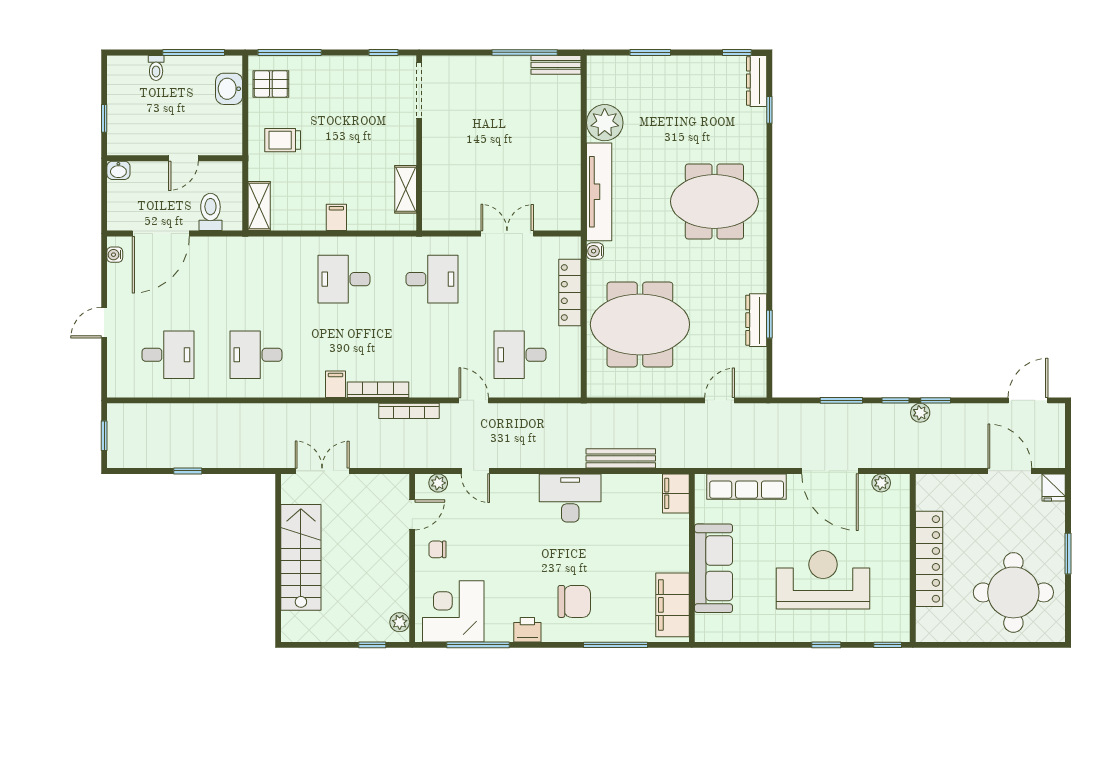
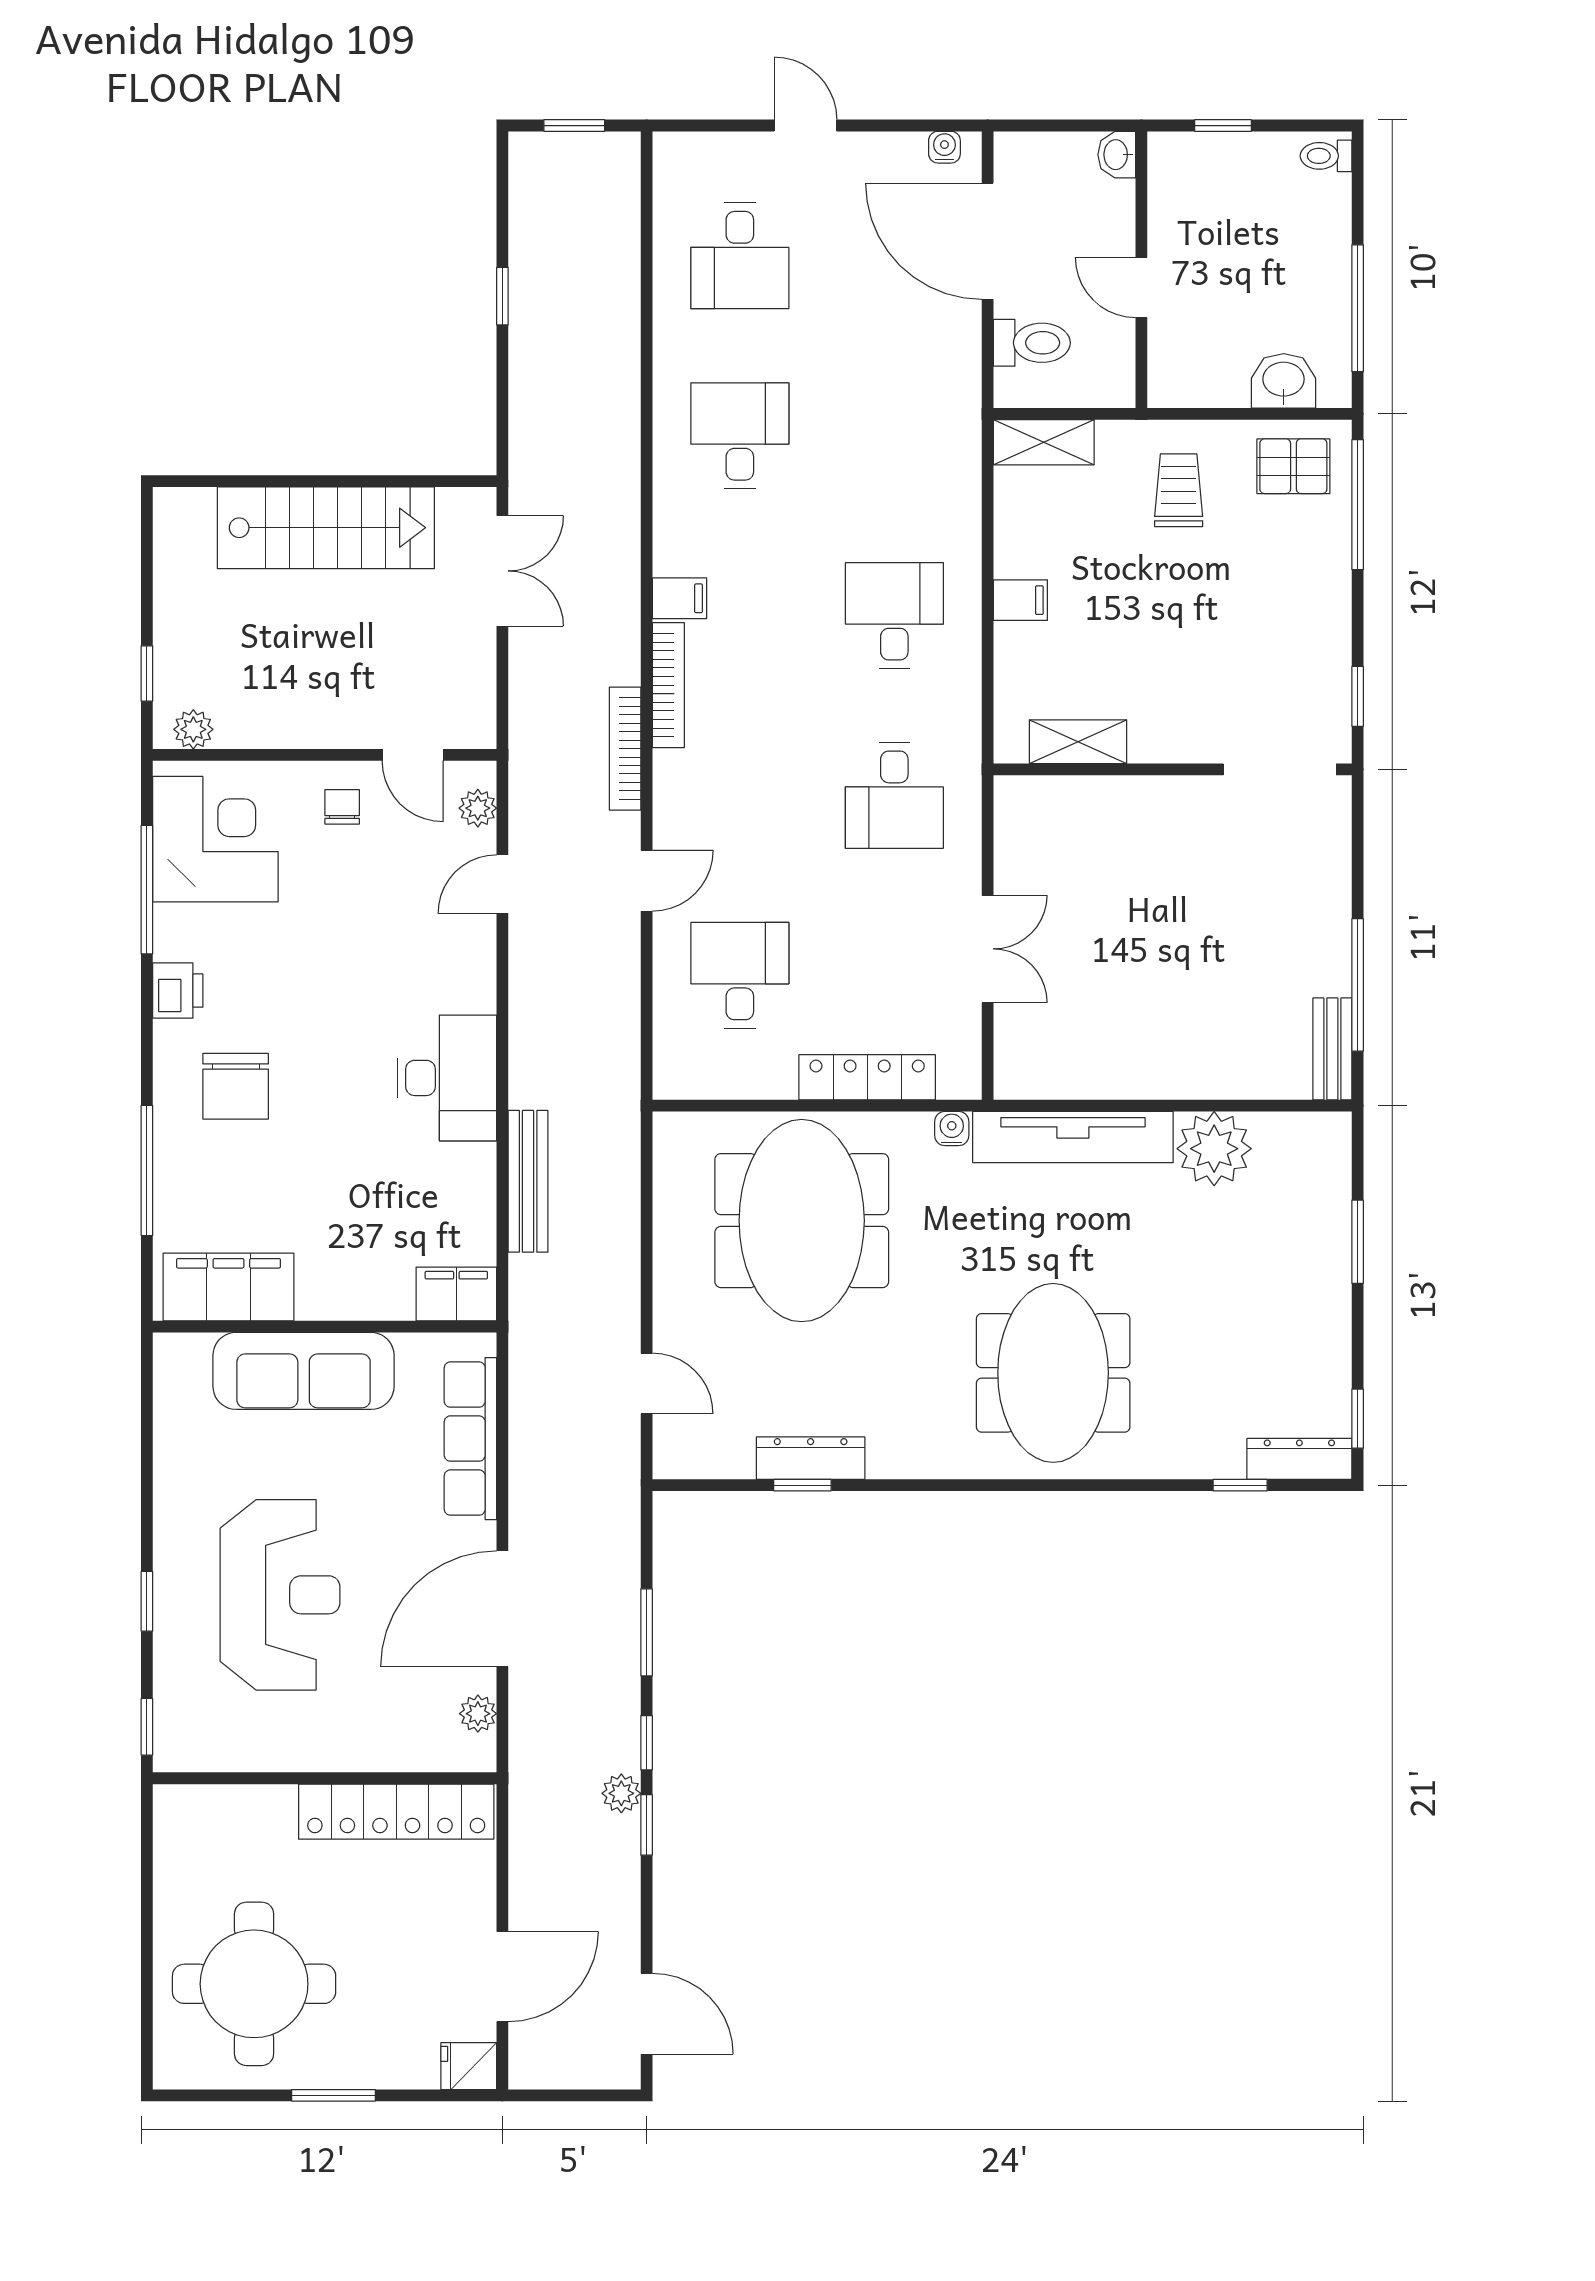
toilet: (156, 68) -> (1326, 156), moved
pallet: (271, 84) -> (1293, 466), turned 90
locker: (929, 559) -> (396, 1812), moved

